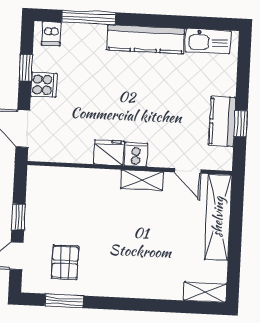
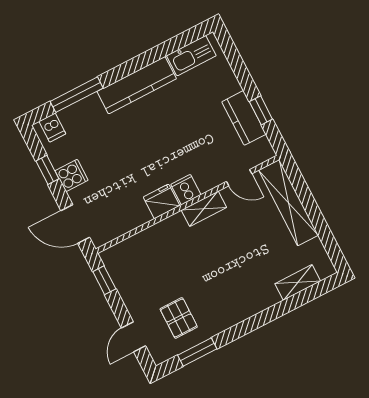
window: (18, 217) -> (104, 280), moved
shelving: (205, 292) -> (298, 282), moved

